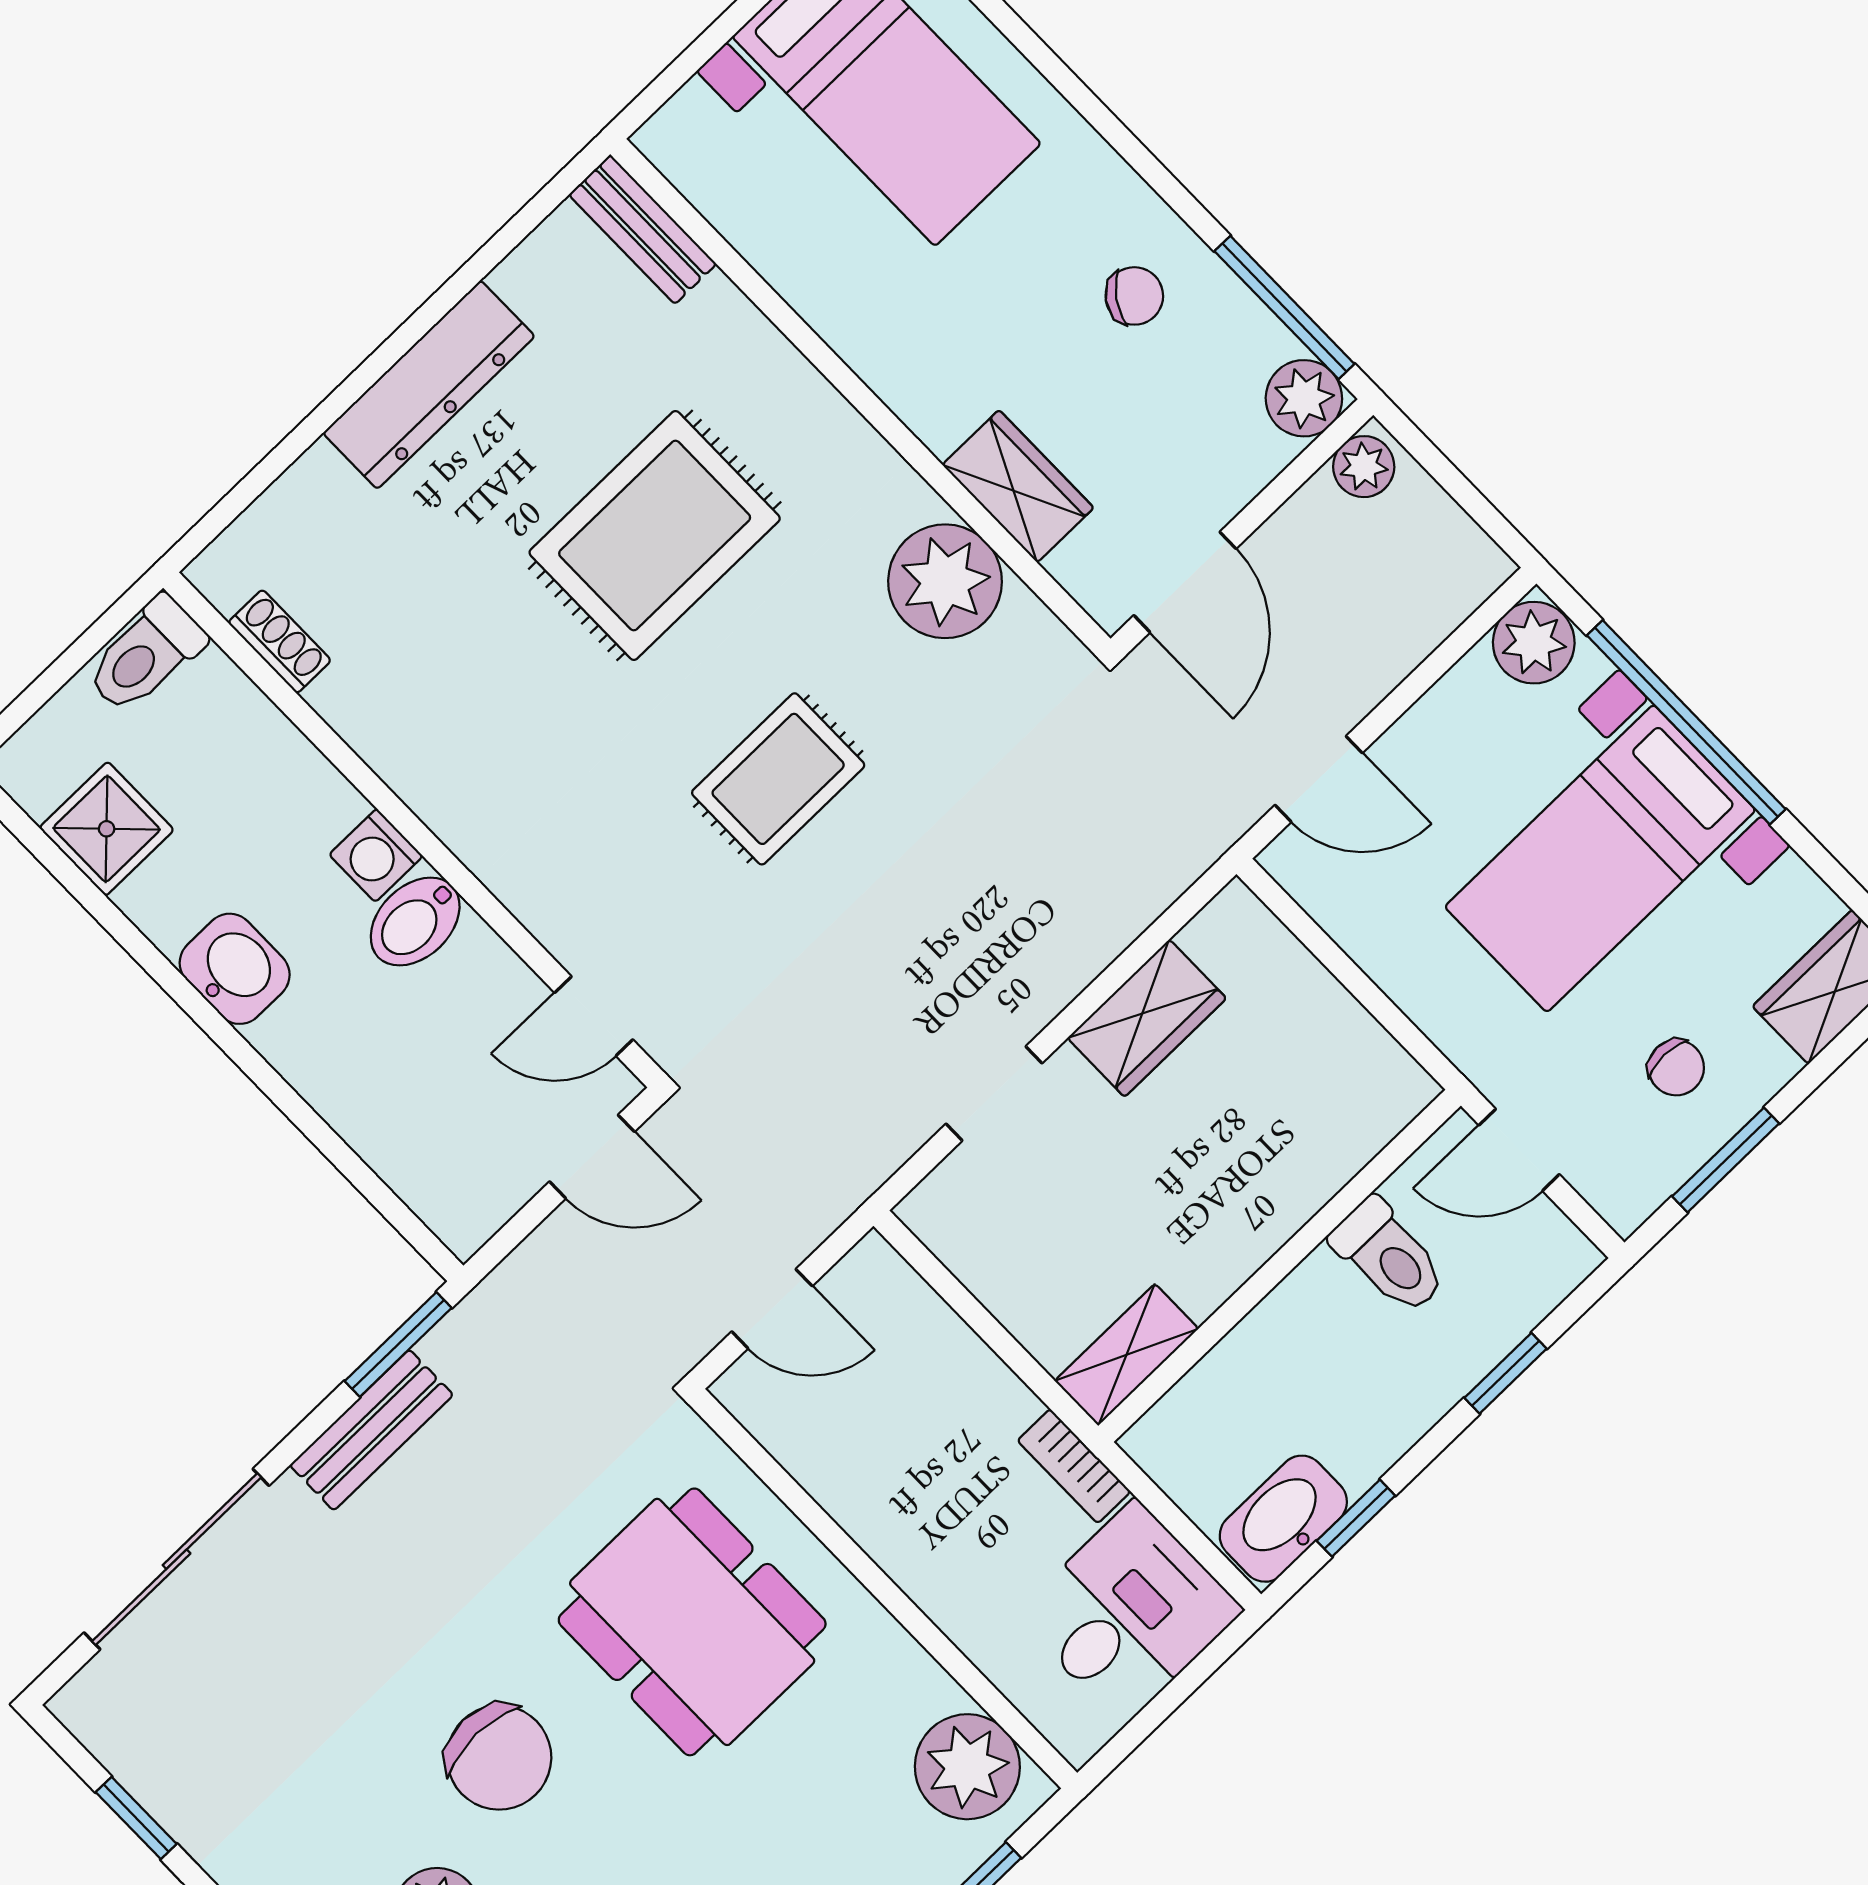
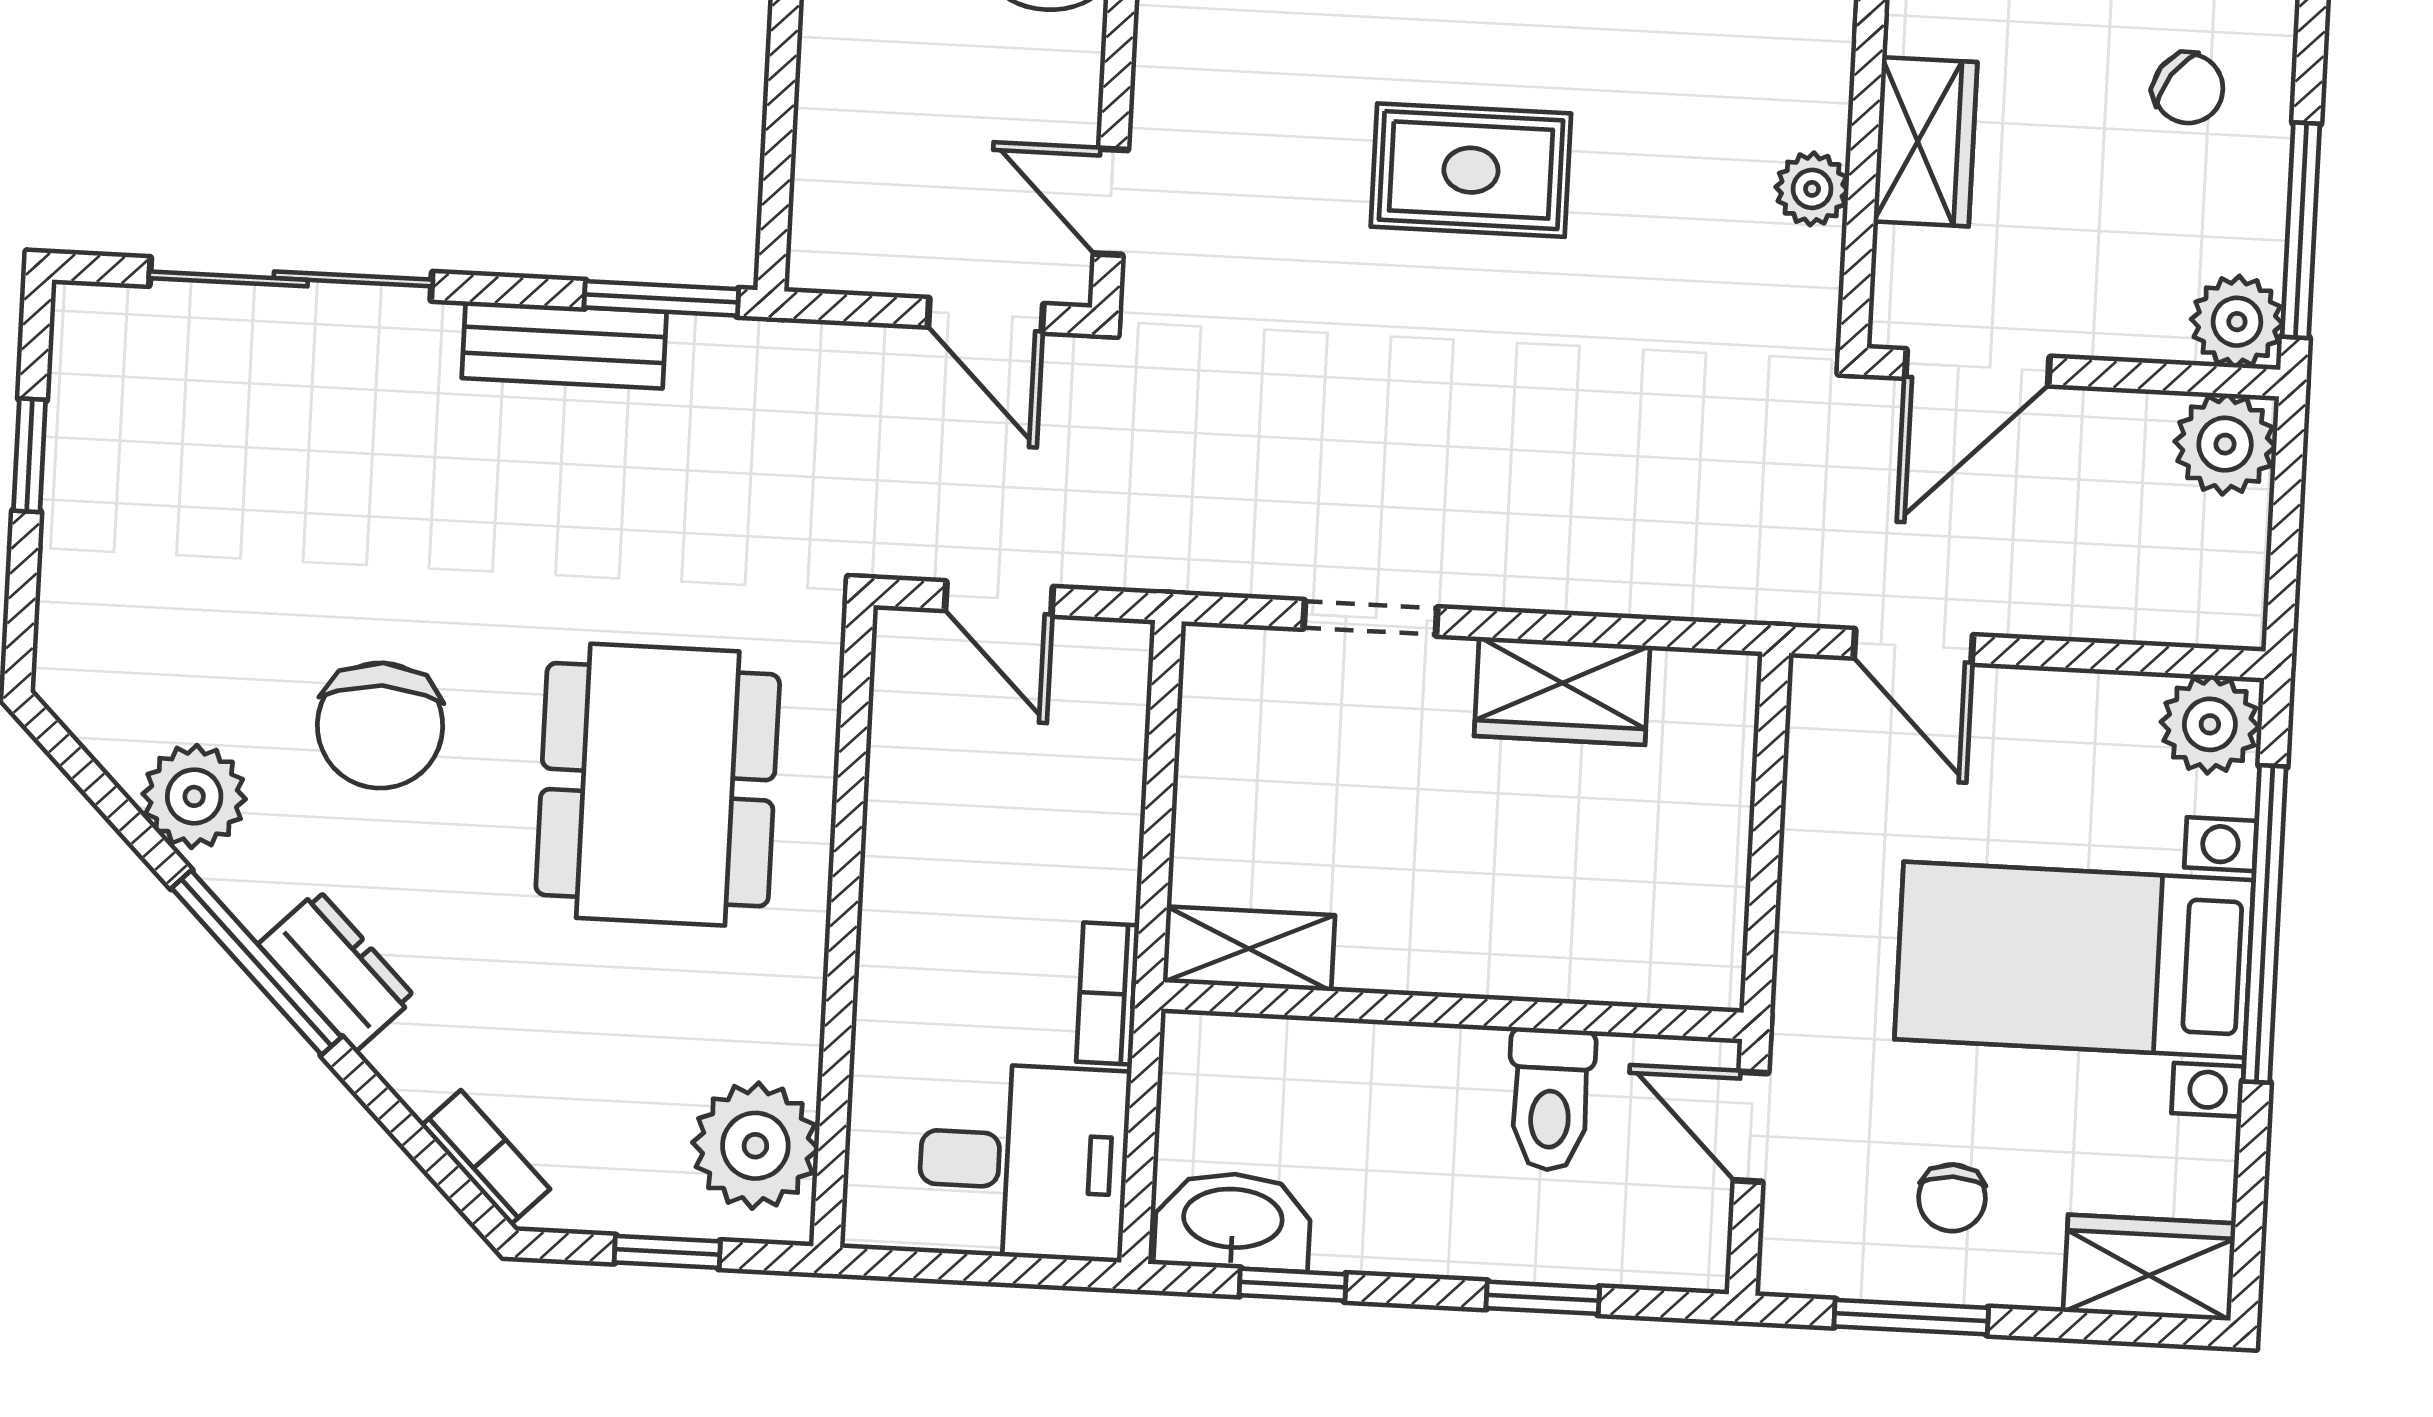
plant: (1364, 467) -> (2225, 444), width x1.38, depth x1.38
plant: (945, 581) -> (1812, 189), width x0.53, depth x0.53

